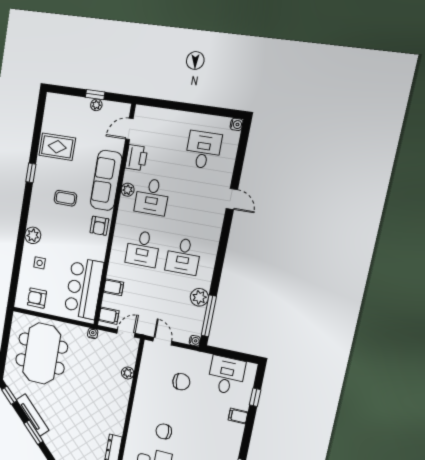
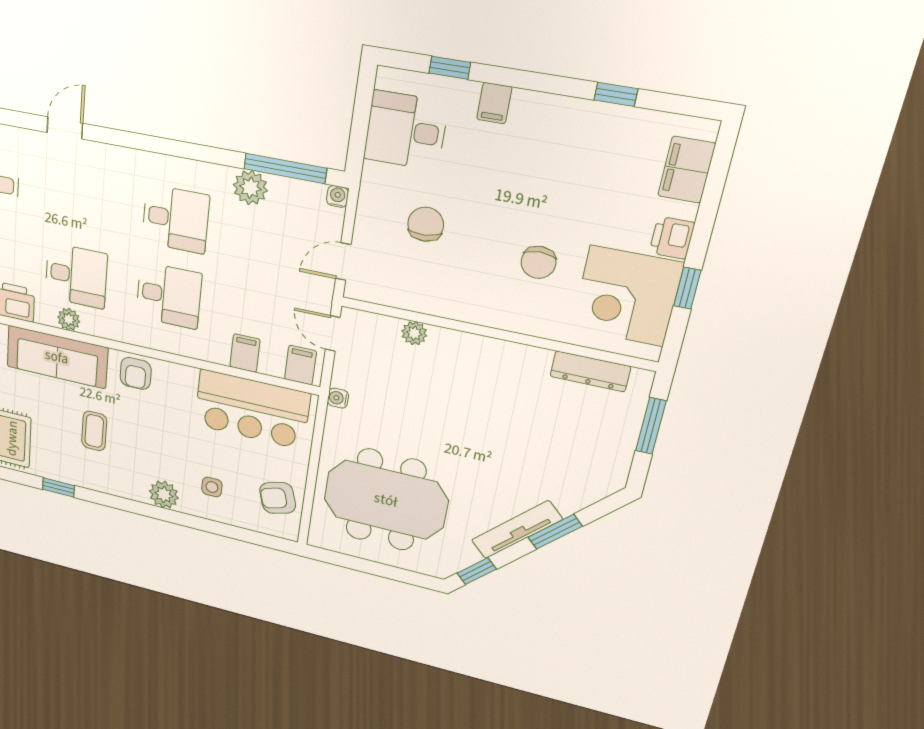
armchair: (99, 226) -> (136, 373), turned 90
armchair: (37, 298) -> (278, 498), turned 73

